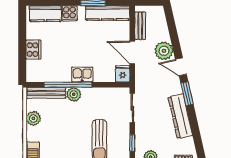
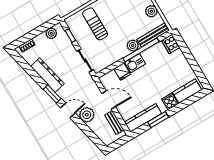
cooker: (33, 50) -> (171, 44), moved
fridge: (123, 74) -> (122, 72), moved

